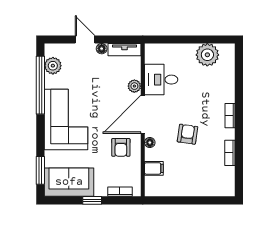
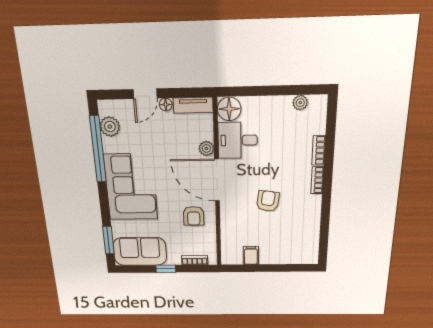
door: (85, 39) -> (145, 94), swing flipped
plant: (207, 55) -> (300, 103), width x0.53, depth x0.53
door: (143, 114) -> (217, 180), hinge flipped
floor lamp: (150, 143) -> (229, 109), moved, width x1.89, depth x1.89
bookcase: (230, 153) -> (319, 150), moved
filing cabinet: (154, 168) -> (251, 255), moved, turned -90

